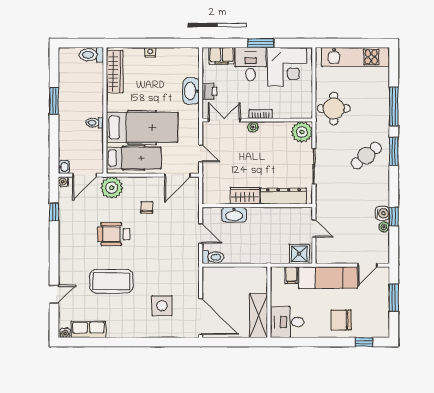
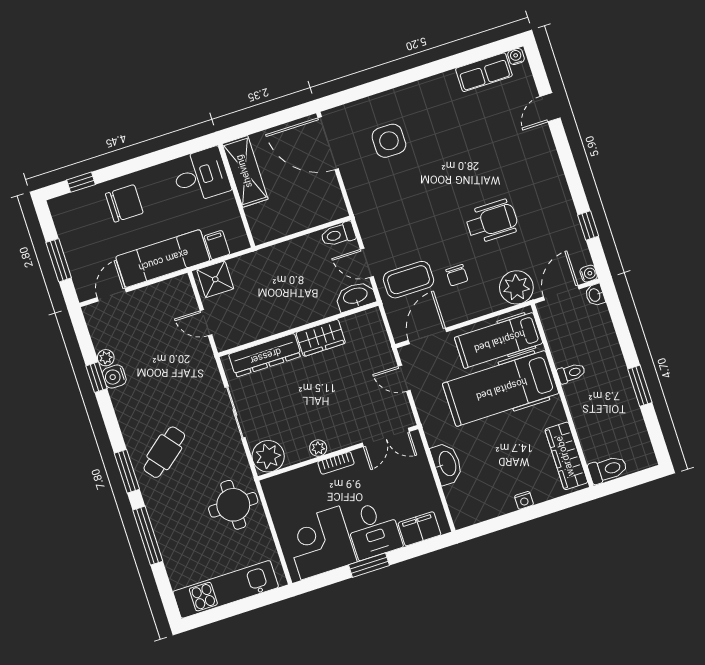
printer: (209, 91) -> (420, 472), removed
plant: (253, 127) -> (318, 448), moved
washbasin: (234, 215) -> (356, 296), moved
coffee table: (111, 281) -> (409, 280), moved, width x0.73, depth x0.76

